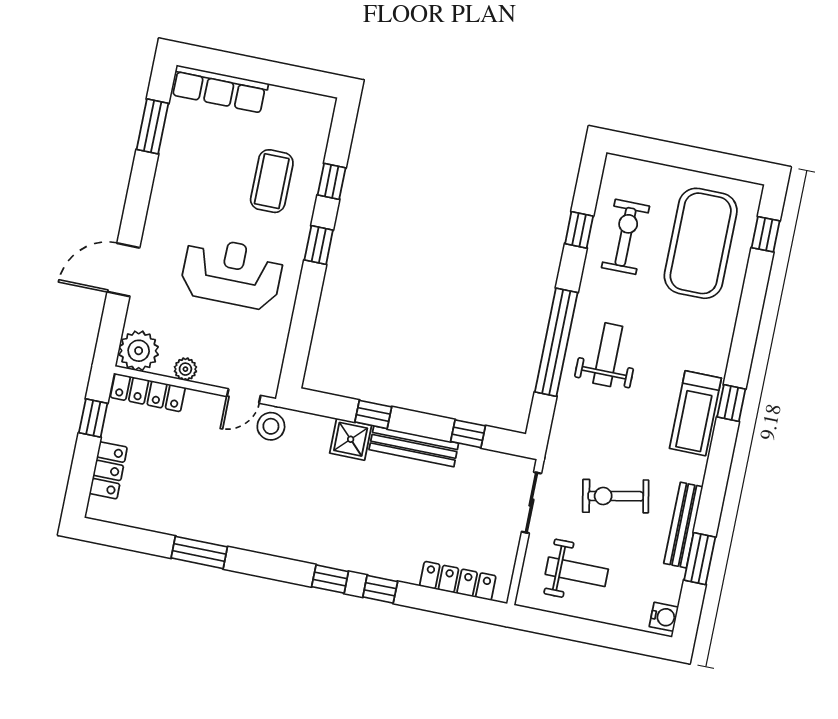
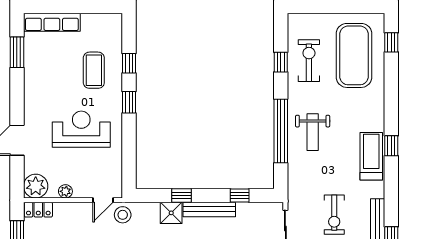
weight bench: (608, 355) -> (313, 132), turned 180
locker: (148, 392) -> (38, 210), width x0.66
treadmill: (695, 413) -> (371, 156), turned 180
exercise bike: (616, 496) -> (334, 215), turned -79

